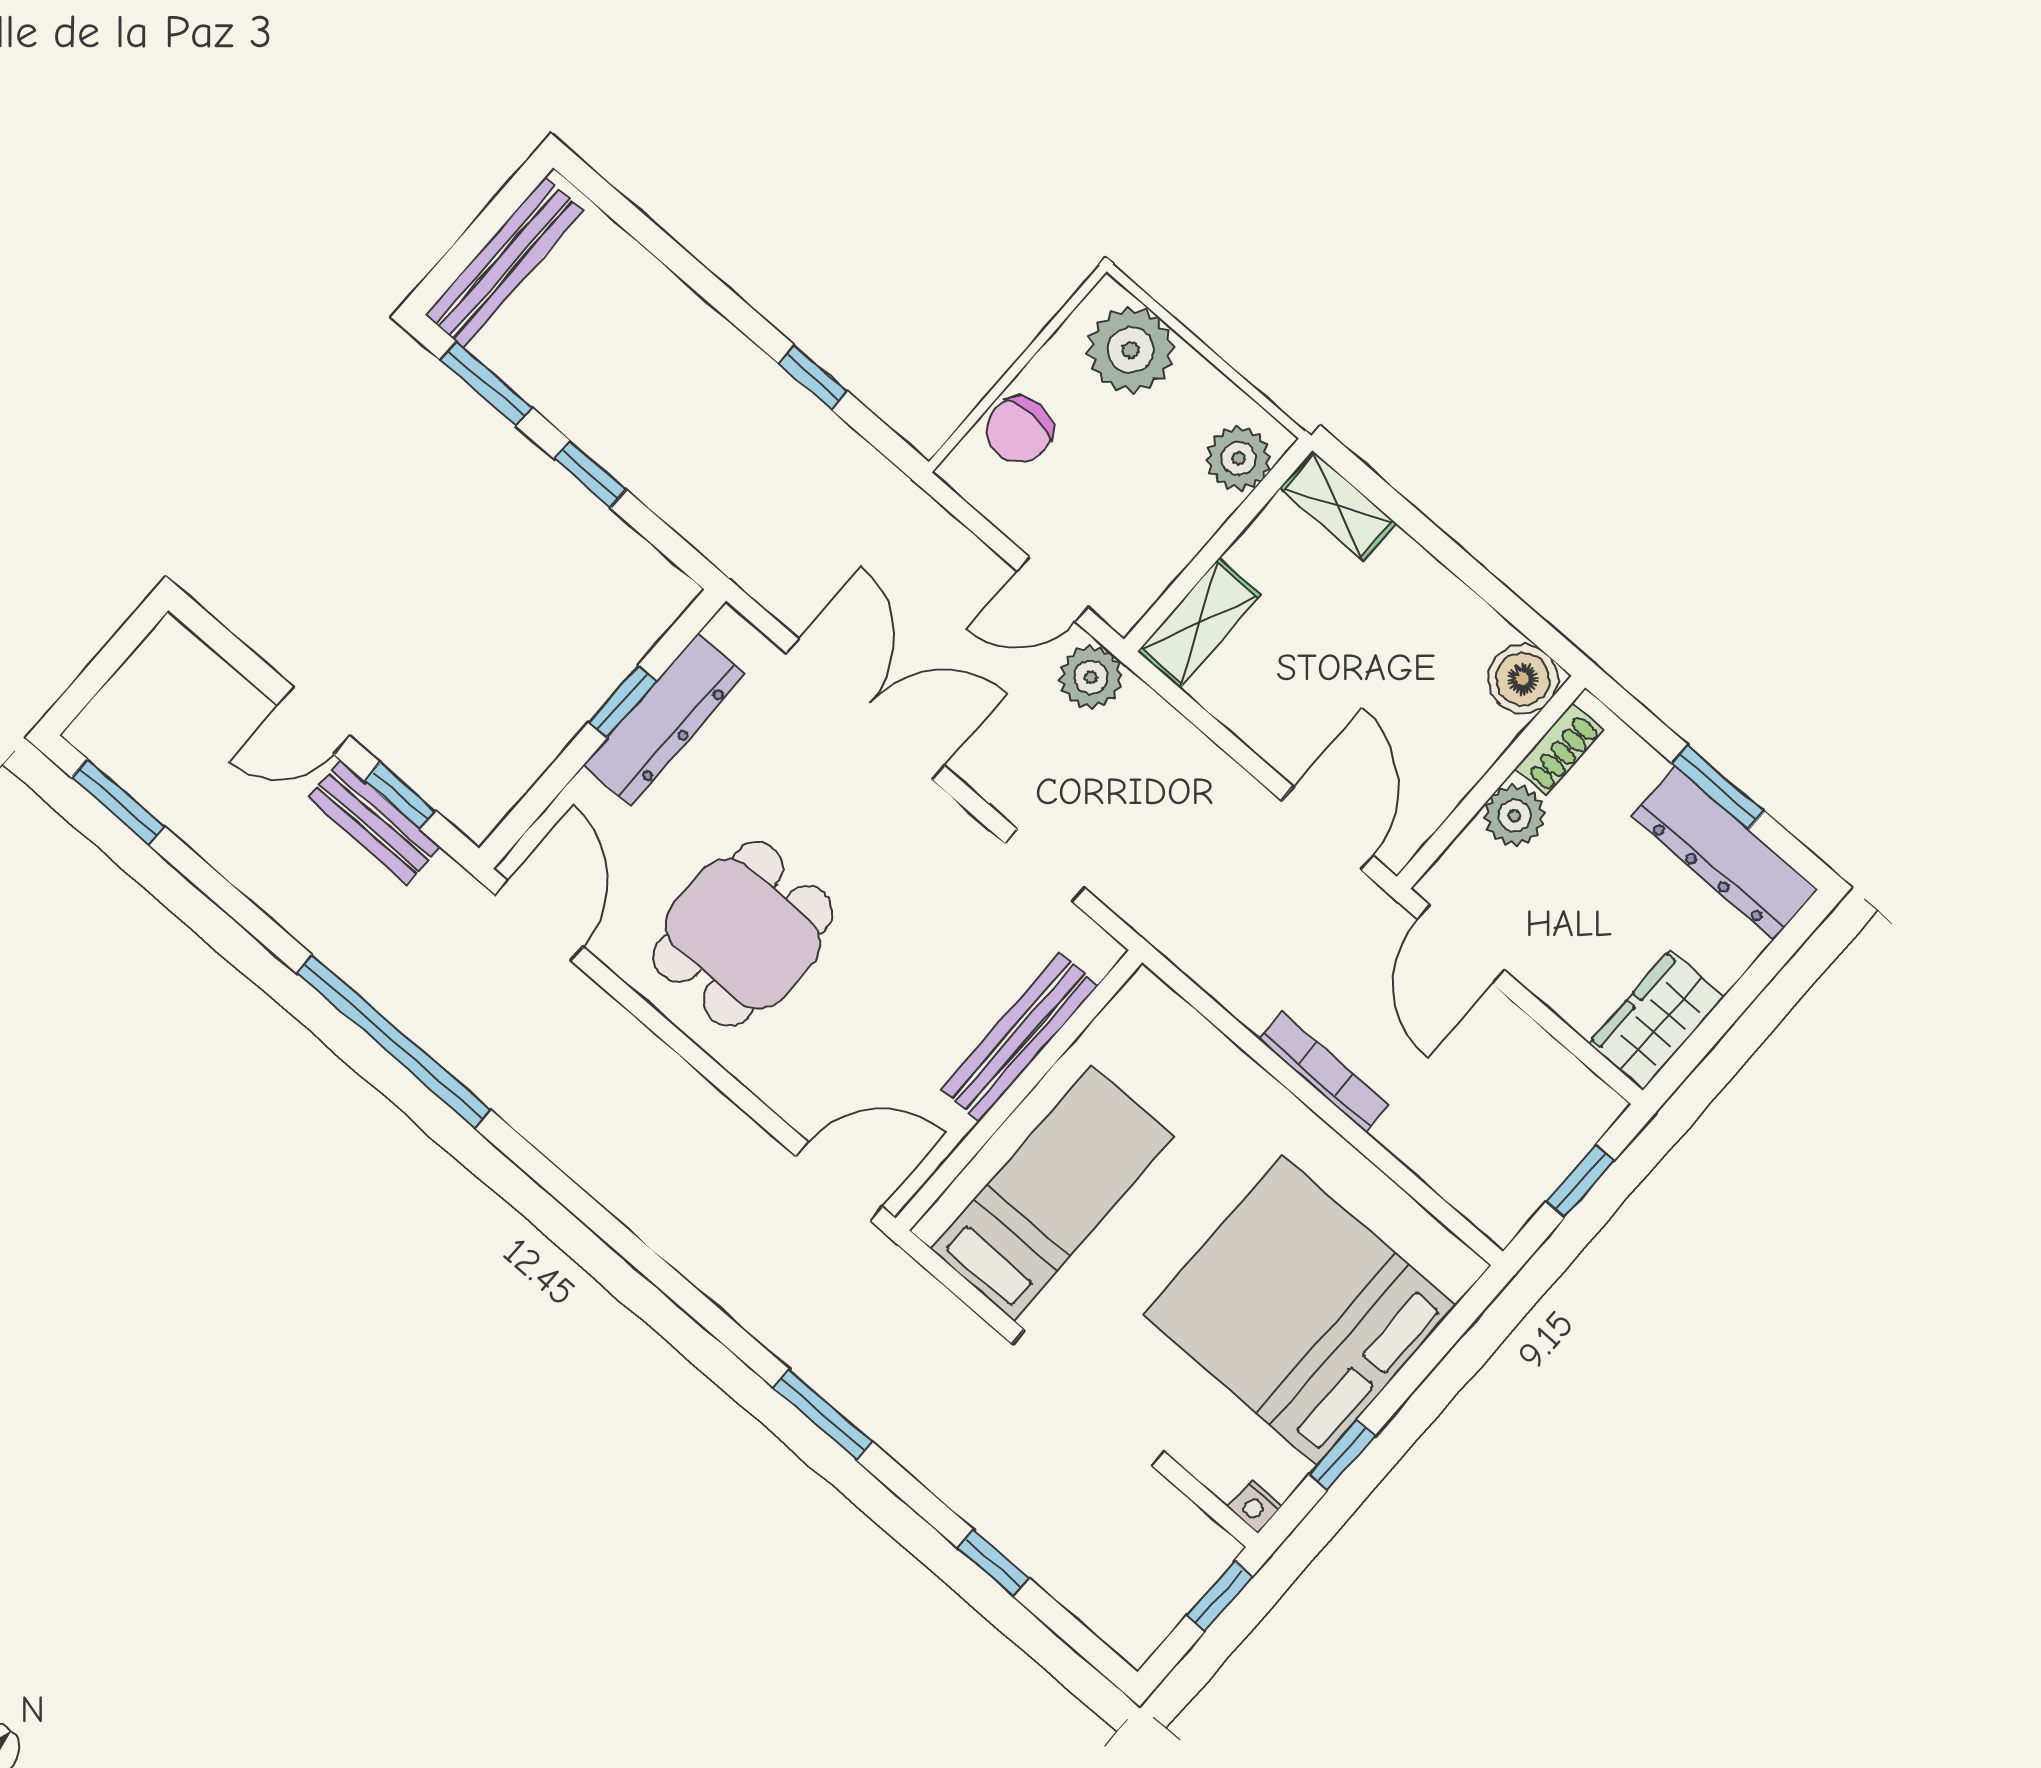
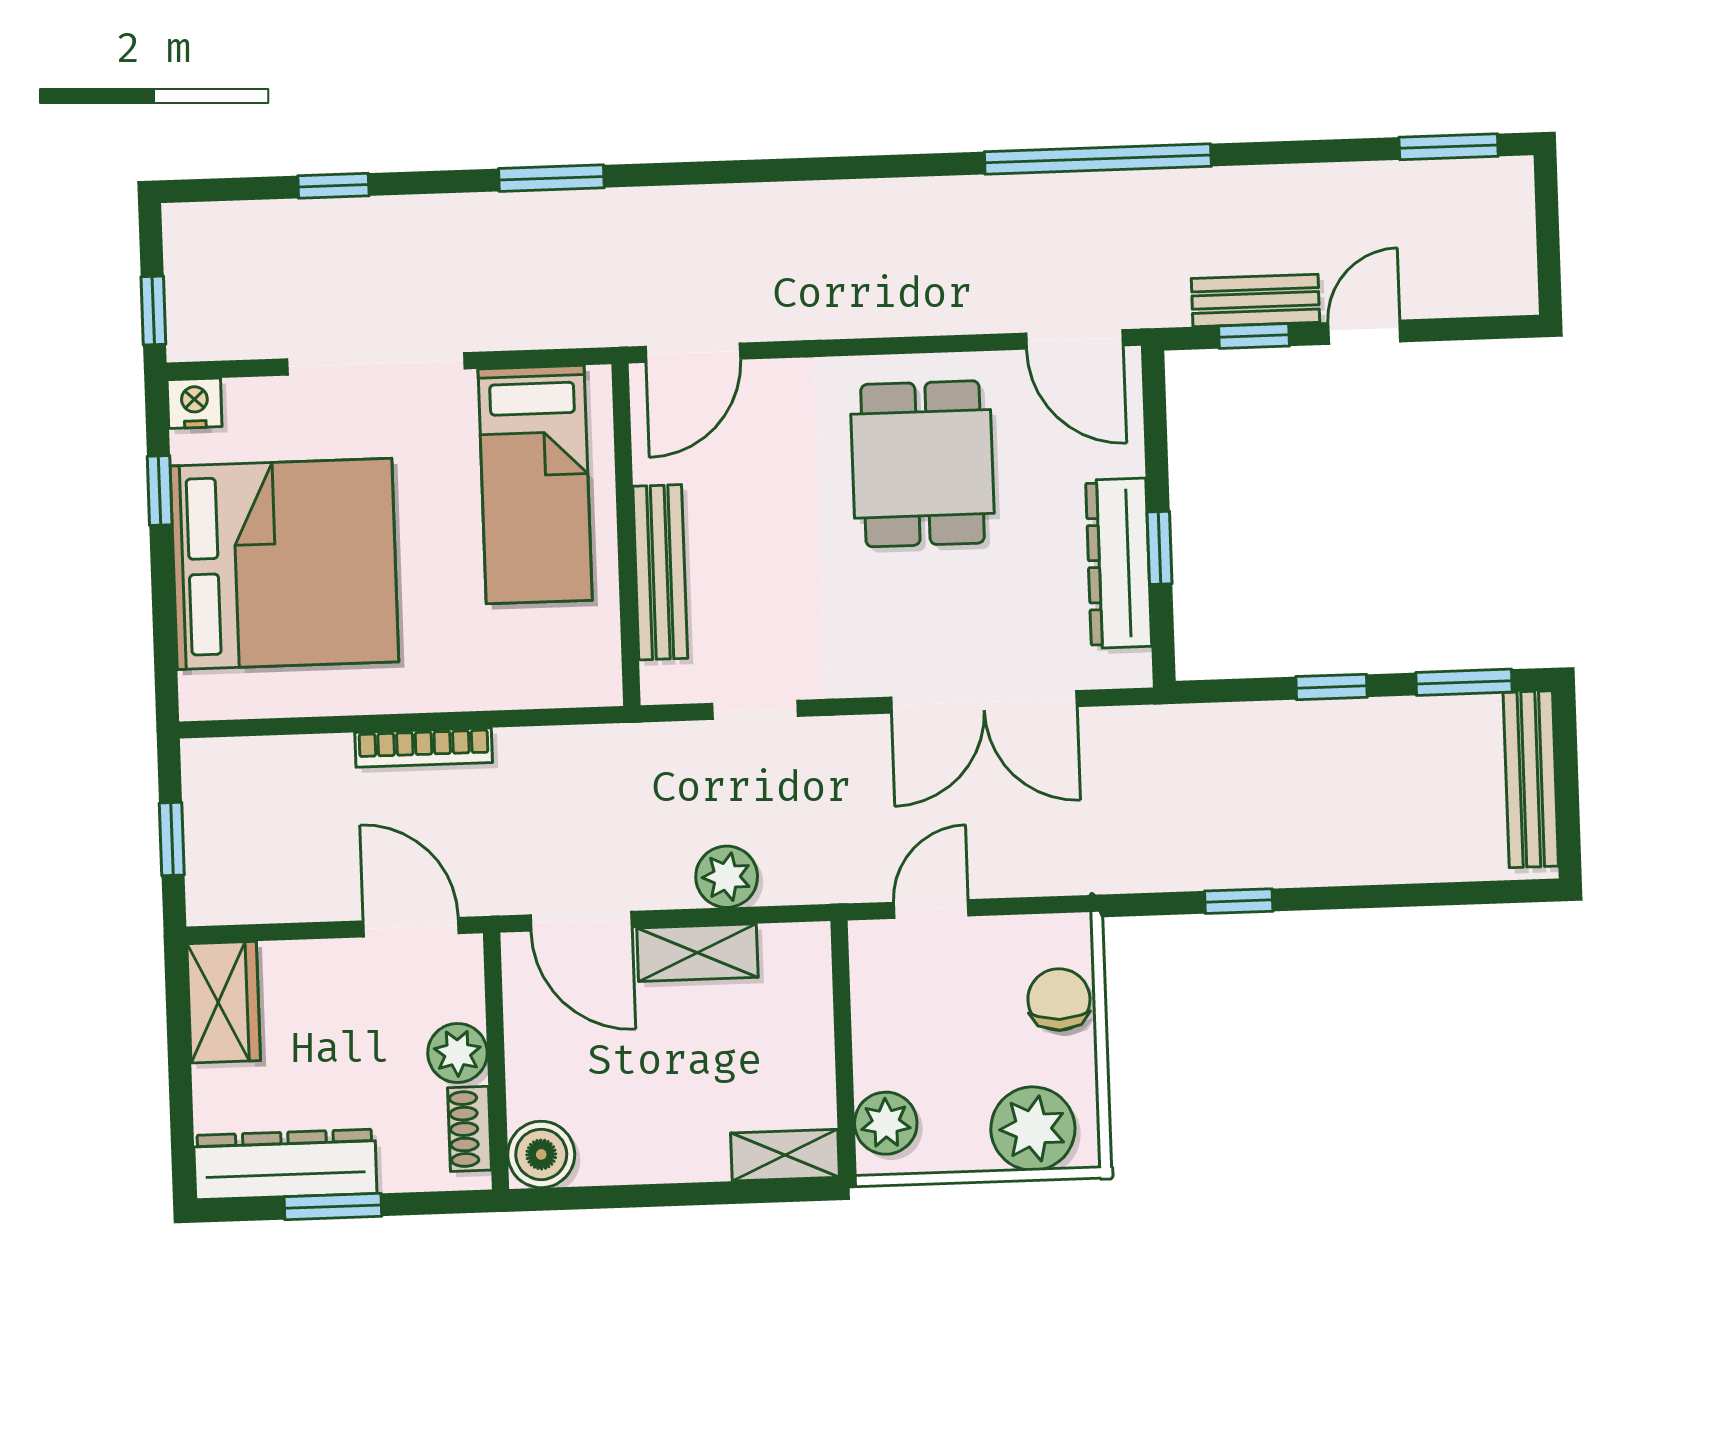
shelving: (1199, 623) -> (697, 953), moved, turned 90
plant: (1091, 677) -> (727, 877), moved
nightstand: (1255, 1506) -> (195, 403), width x1.39, depth x1.35

